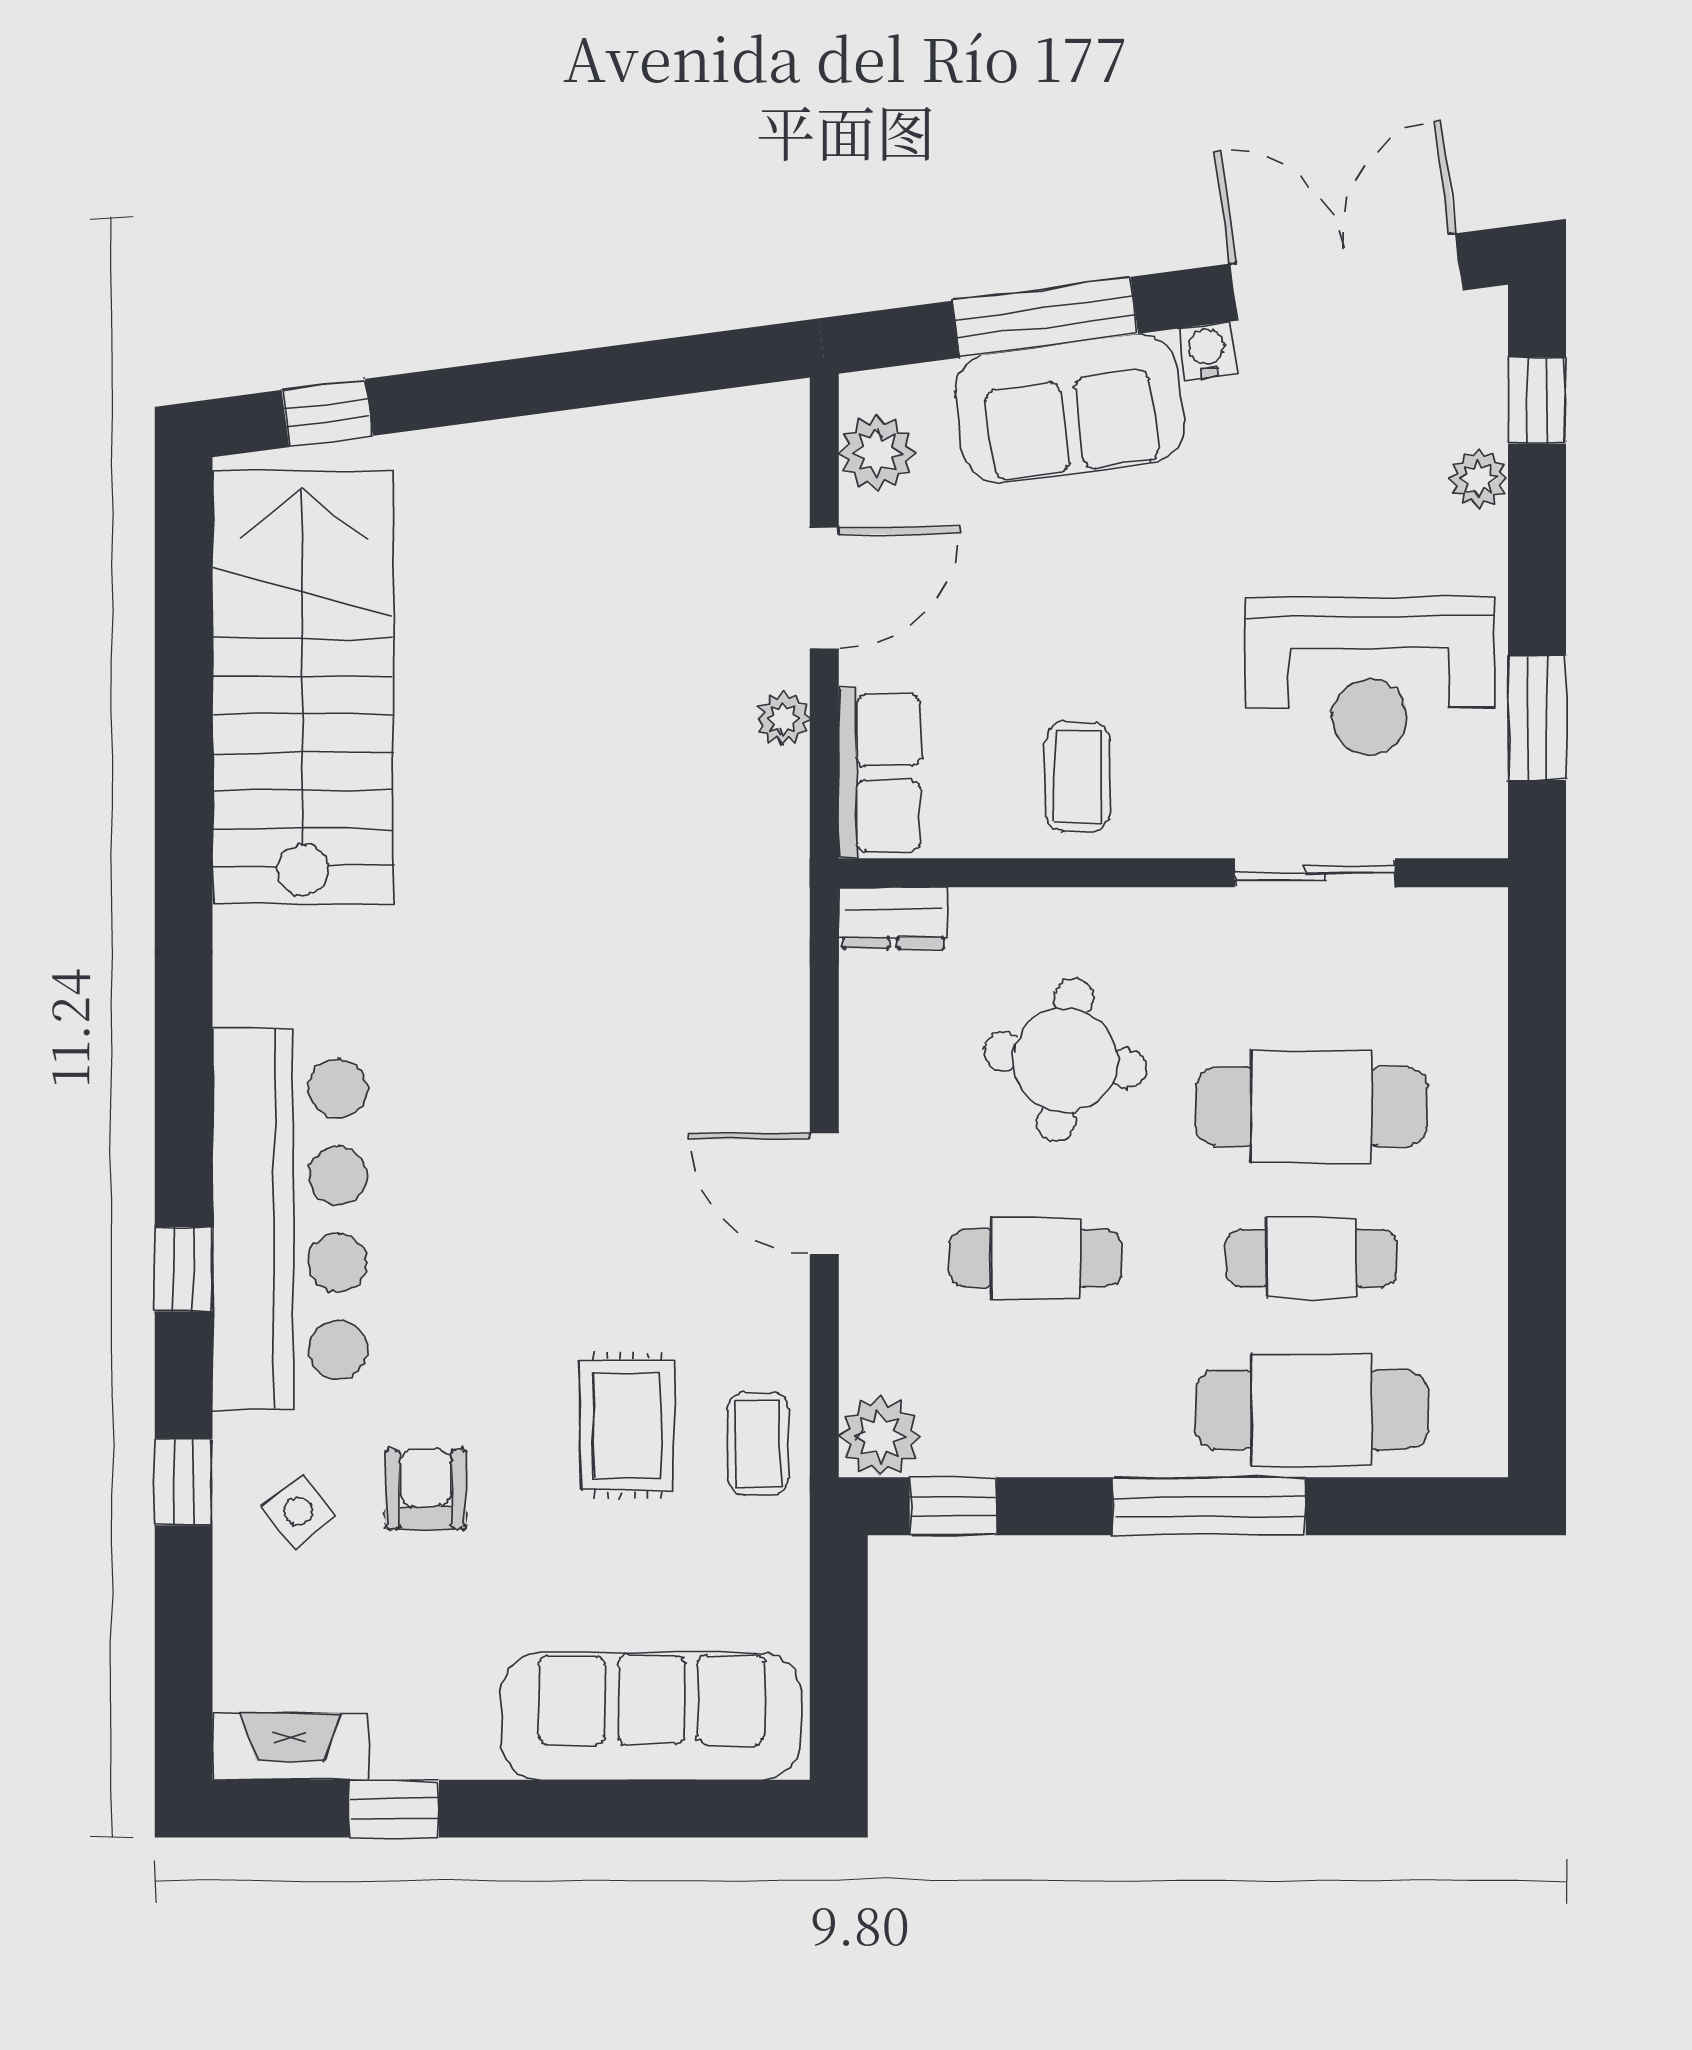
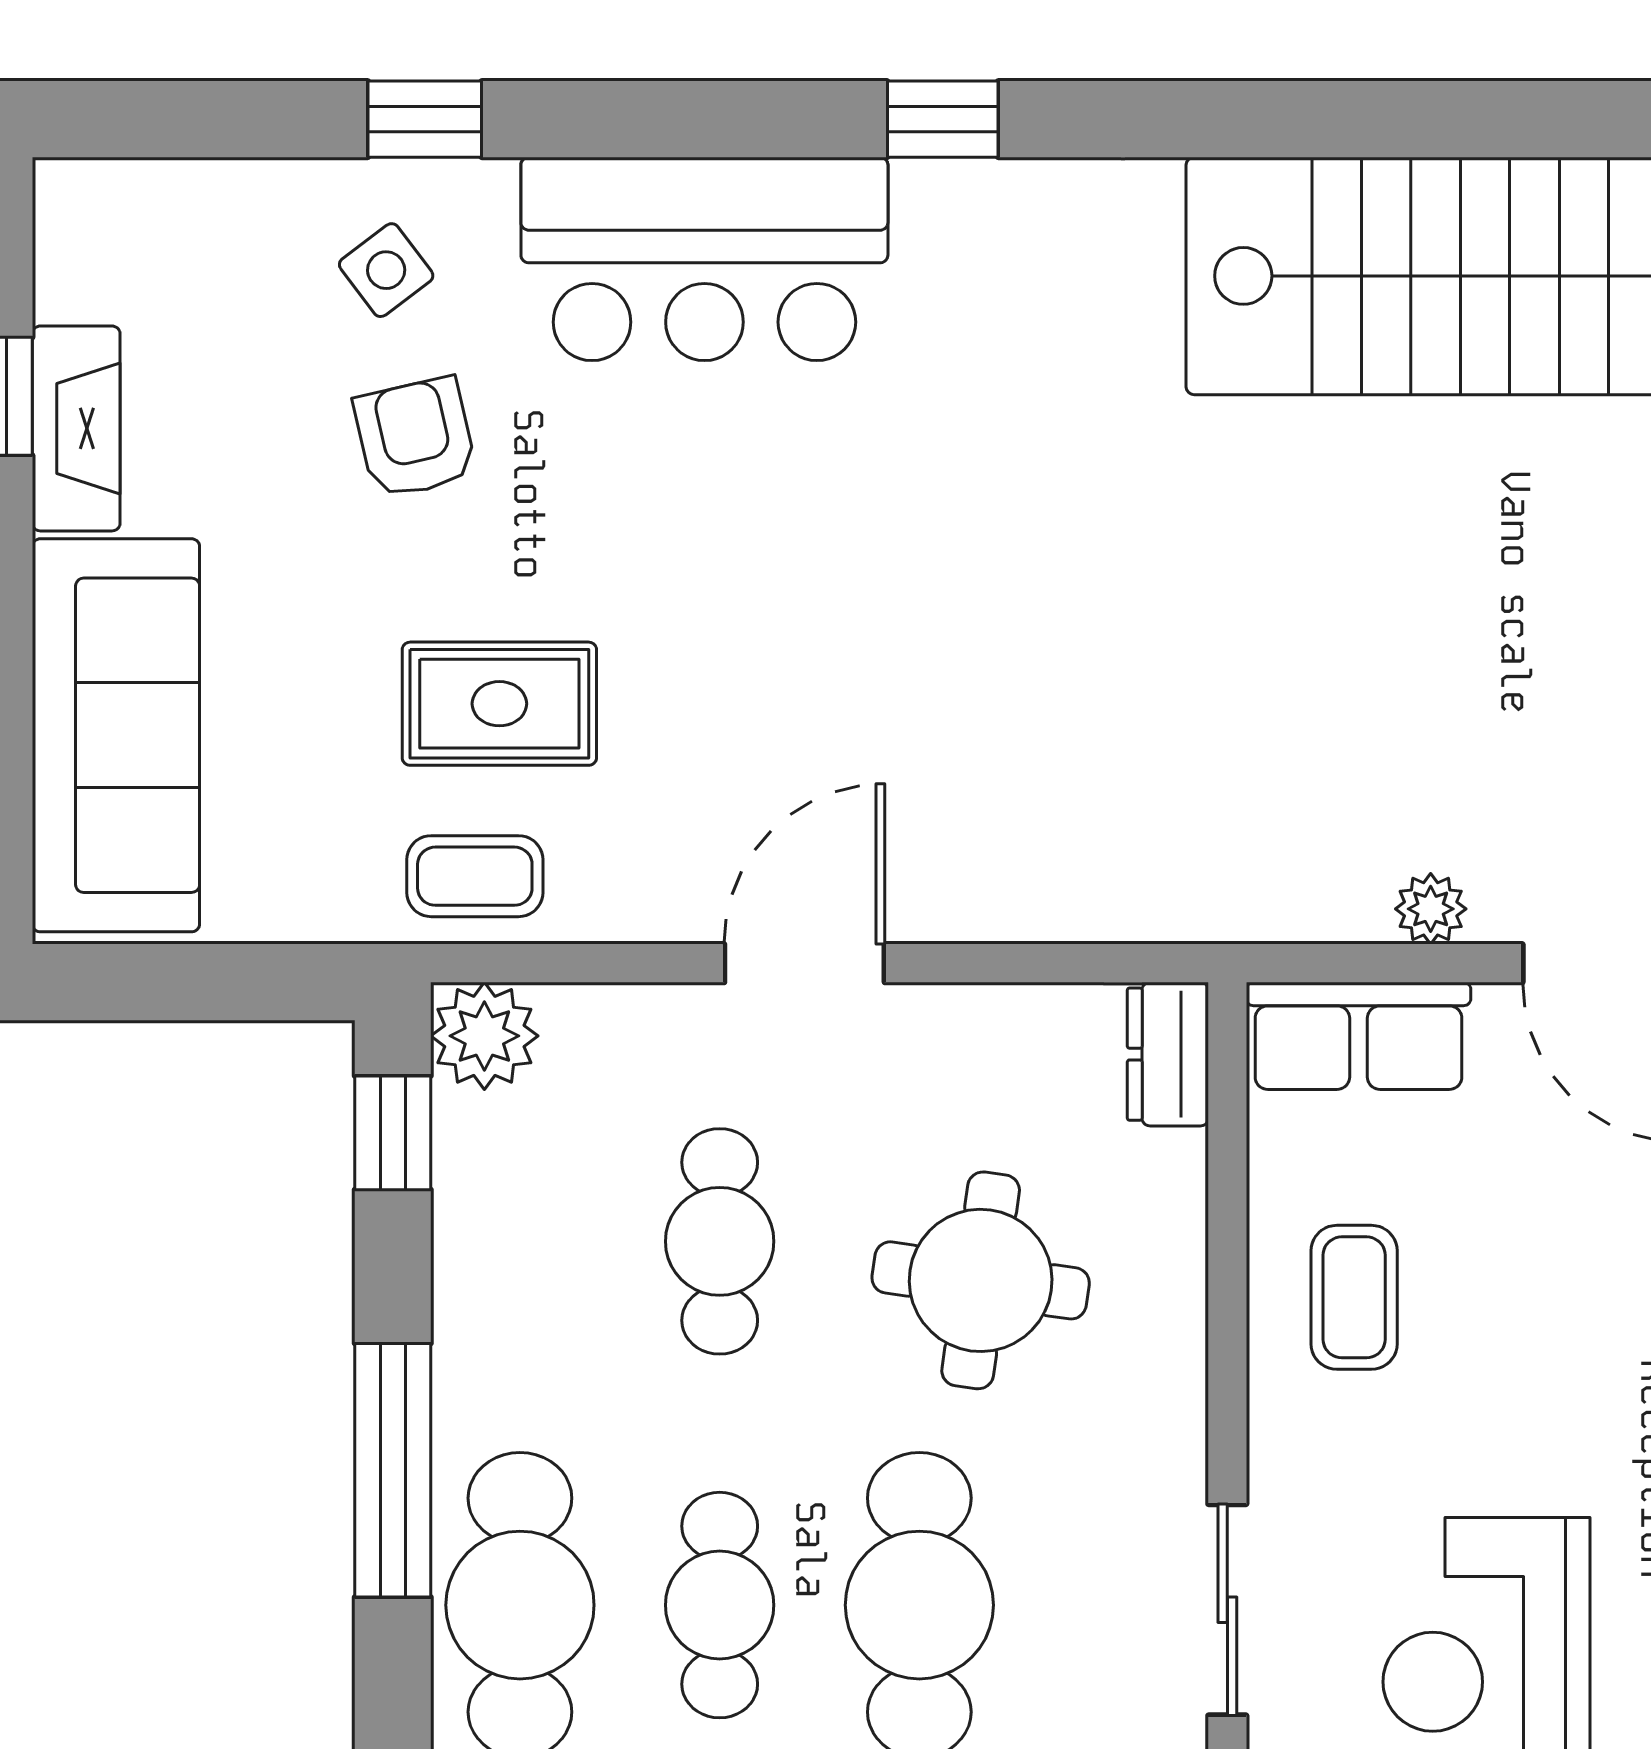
coffee table: (1078, 777) -> (1354, 1297), turned 90
bar counter: (290, 1219) -> (704, 259), width x0.73
window: (184, 1269) -> (943, 119), moved
armchair: (426, 1489) -> (415, 438), turned -103
fireplace: (290, 1747) -> (76, 428), moved

